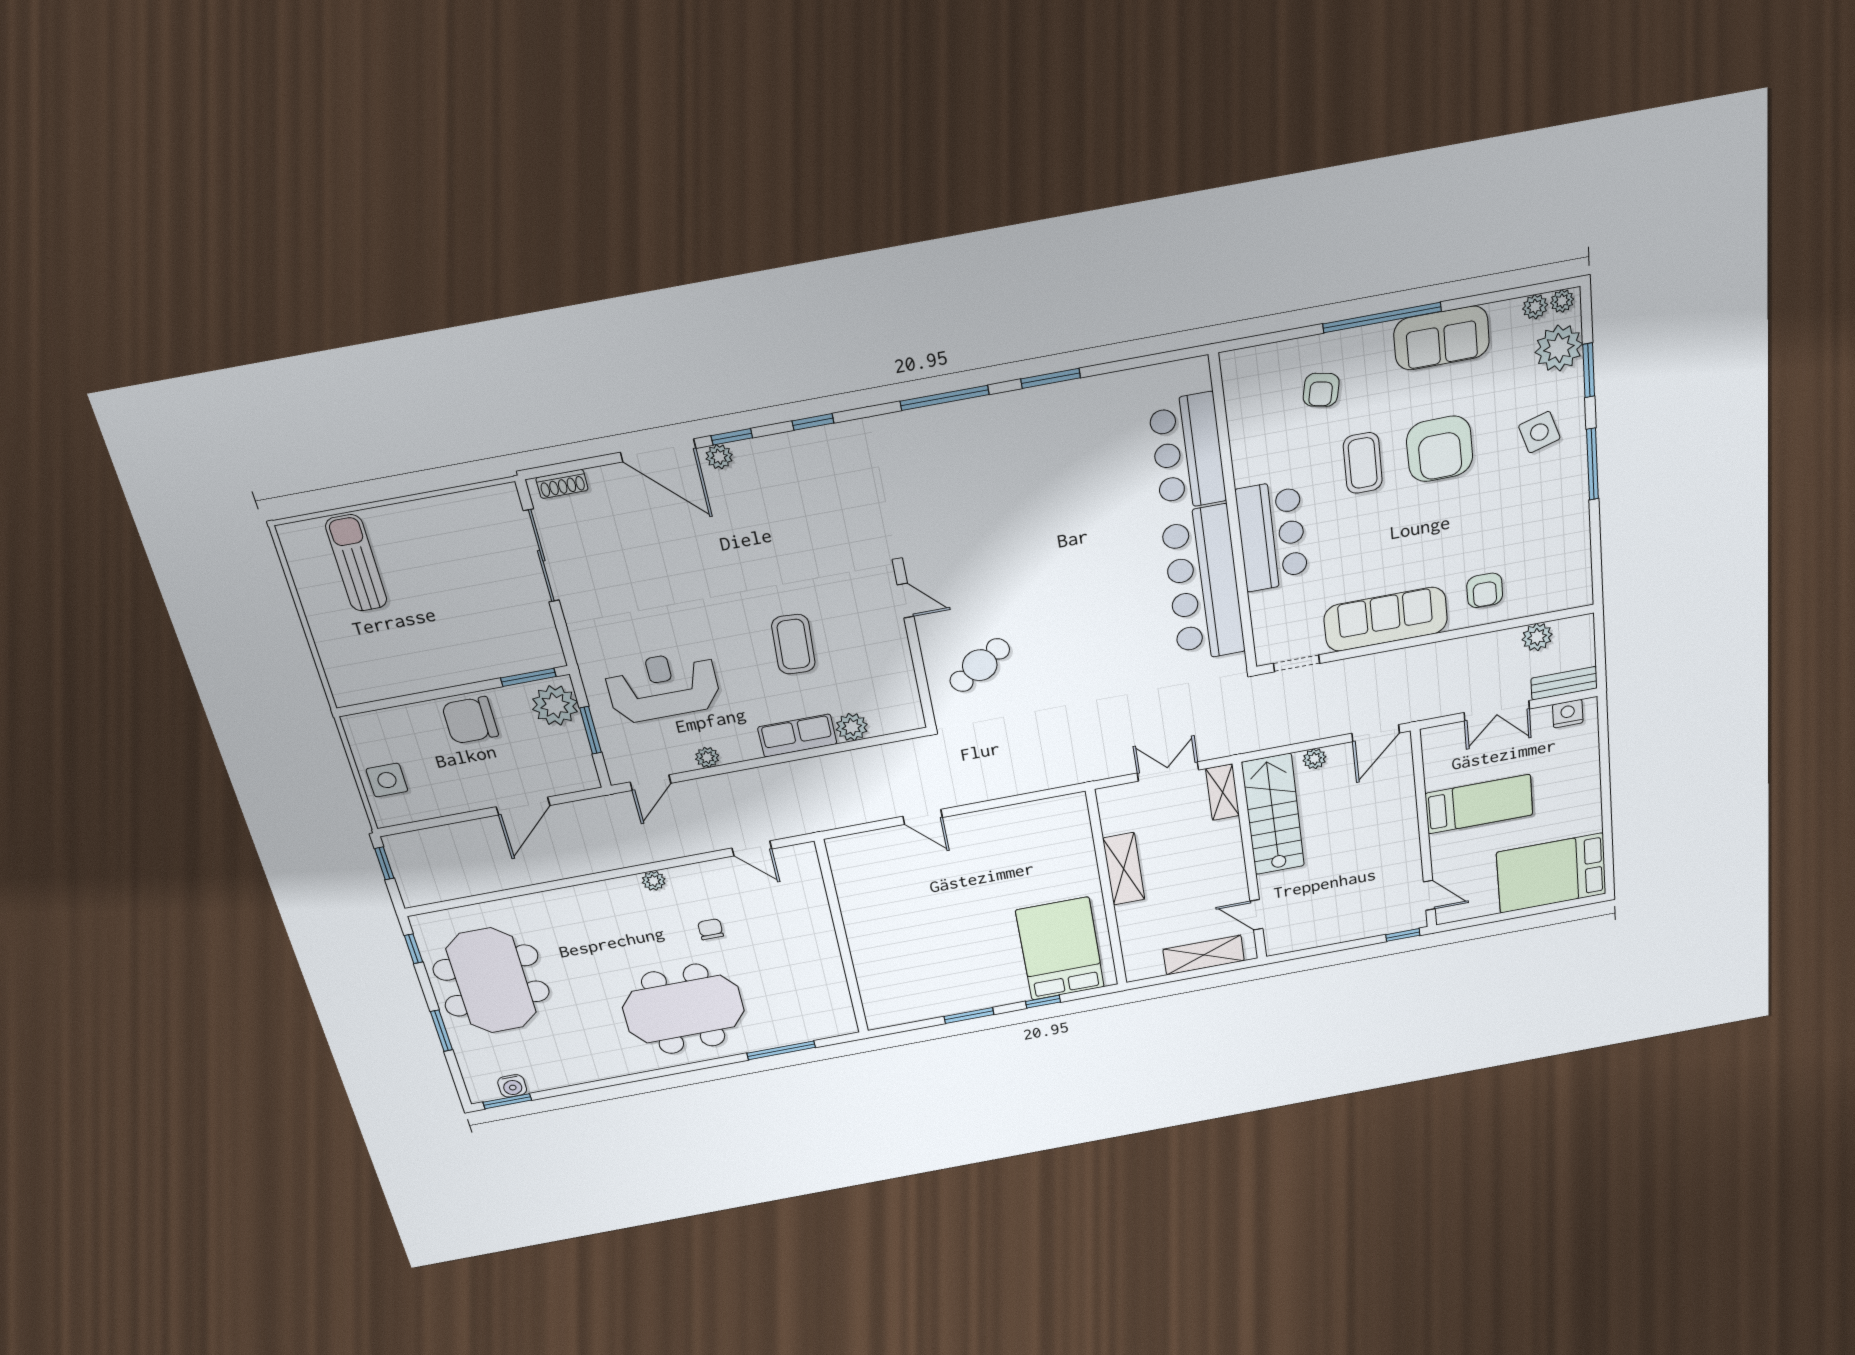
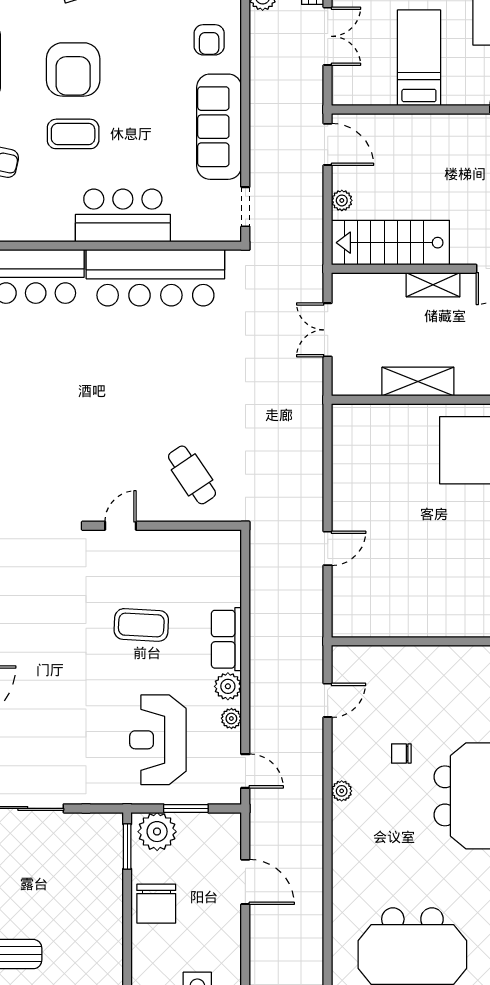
armchair: (1440, 449) -> (73, 69), turned 91
armchair: (1485, 590) -> (209, 40), turned 90
plant: (852, 727) -> (228, 686), moved
shelving: (1222, 792) -> (433, 285), moved

